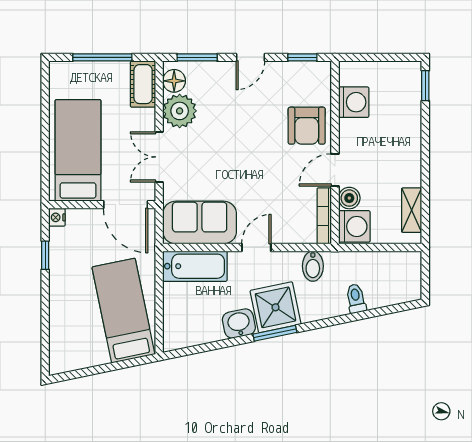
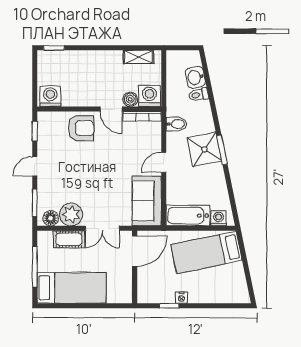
door: (250, 57) -> (35, 166), swing flipped
cot: (143, 84) -> (69, 239), moved
washing machine: (354, 102) -> (50, 96), moved
bed: (78, 150) -> (72, 288), moved, turned 180
nightstand: (57, 217) -> (181, 298), moved
door: (256, 247) -> (164, 162), hinge flipped
bathtub: (195, 266) -> (188, 216), moved, turned -90
washbasin: (239, 324) -> (195, 77), moved
washing machine: (174, 328) -> (219, 218), added

